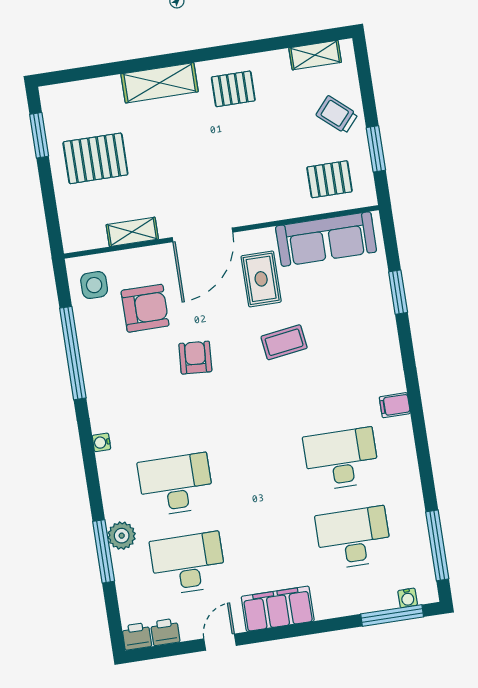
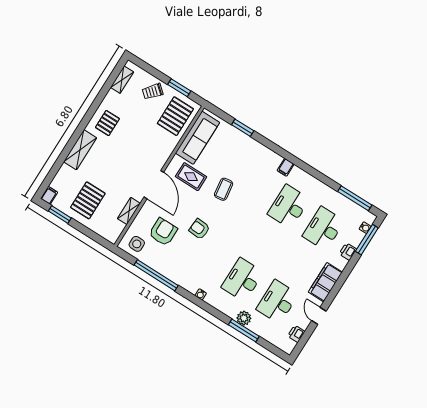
filing cabinet: (54, 96) -> (49, 195), added
pallet: (330, 179) -> (175, 116), width x1.50, depth x1.42
printer: (137, 636) -> (348, 252), moved

